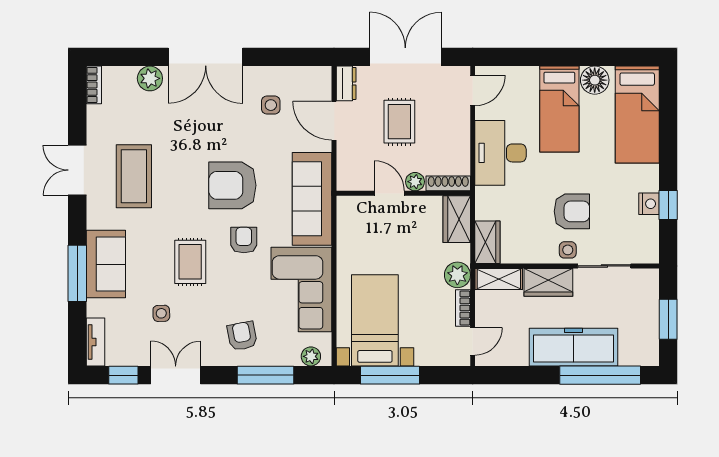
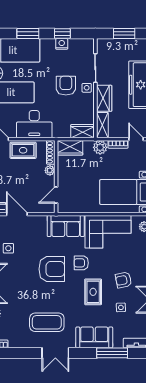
door: (334, 121) -> (17, 214), swing flipped
rug: (399, 122) -> (23, 150), moved
window: (668, 141) -> (28, 34), added
double door: (77, 170) -> (55, 353), moved
armchair: (232, 185) -> (52, 269), turned -90
door: (389, 193) -> (56, 195), moved
sofa: (312, 199) -> (66, 226), width x0.73
rug: (190, 262) -> (93, 292), turned 90
window: (77, 273) -> (112, 353), moved
armchair: (242, 336) -> (123, 280), moved

